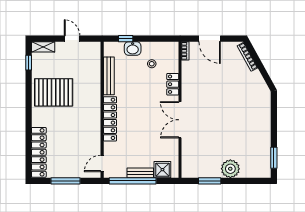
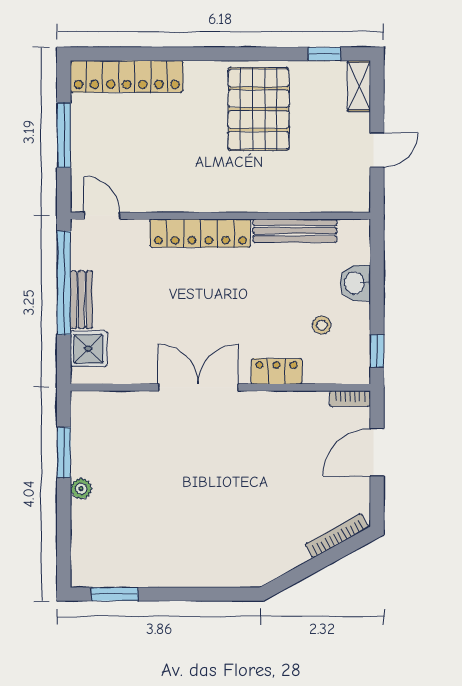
window: (126, 39) -> (377, 351), moved
plant: (230, 169) -> (81, 489), width x0.53, depth x0.53

